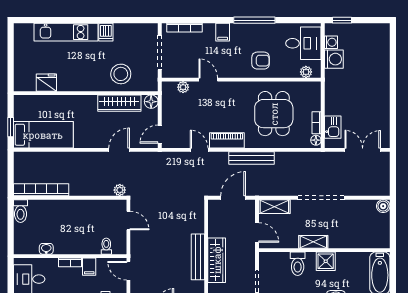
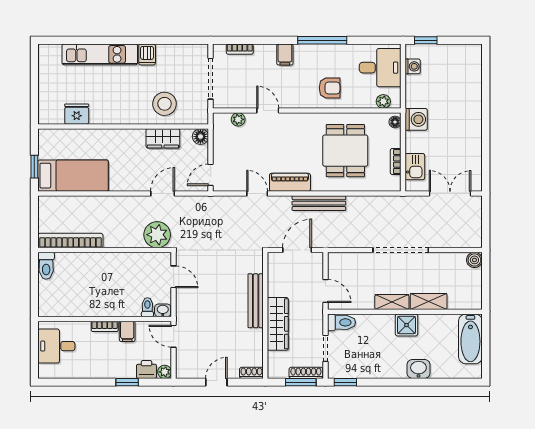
bookcase: (184, 28) -> (240, 49), width x0.64
washing machine: (334, 59) -> (416, 119), moved
wardrobe: (119, 103) -> (163, 138), width x0.67
floor lamp: (316, 140) -> (395, 122), moved
plant: (120, 190) -> (157, 235), width x1.87, depth x1.87
shelving: (274, 207) -> (429, 301), moved
washbasin: (46, 249) -> (163, 310), moved
bench: (198, 257) -> (256, 301), moved
toilet: (298, 264) -> (341, 322), moved, turned -90

